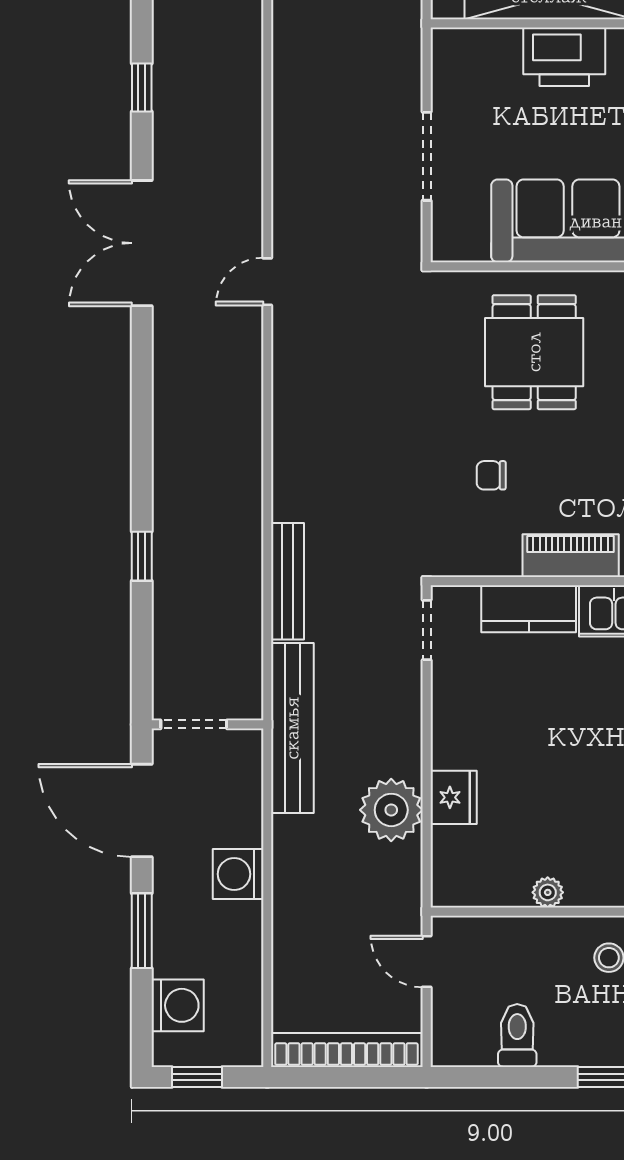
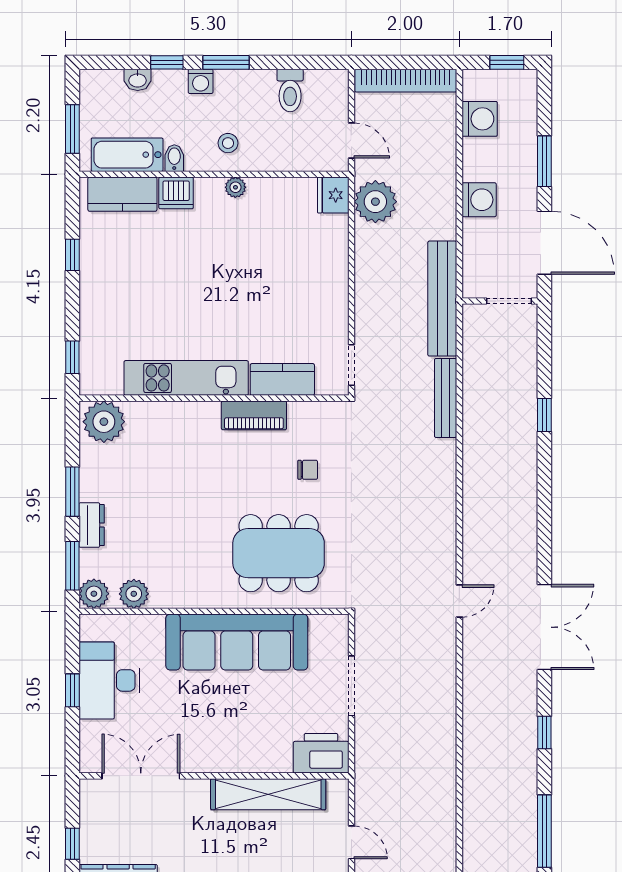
printer: (564, 57) -> (321, 753), moved
dining table: (534, 352) -> (279, 553), width x1.38
fridge: (454, 797) -> (333, 195), moved
plant: (391, 810) -> (375, 202), moved
plant: (548, 892) -> (235, 187), moved
washing machine: (178, 1005) -> (480, 119), moved, turned 180

